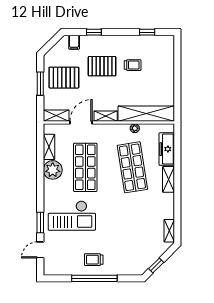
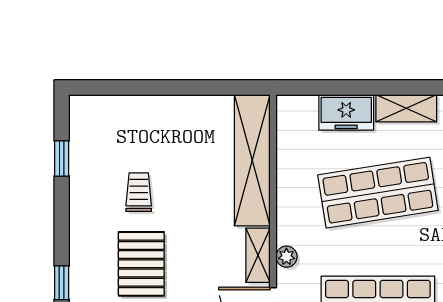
plant: (135, 128) -> (286, 257), moved
freezer: (167, 149) -> (346, 112), width x0.71

